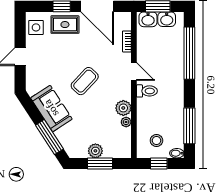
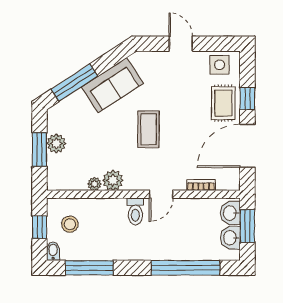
coffee table: (85, 81) -> (149, 129), turned 47

